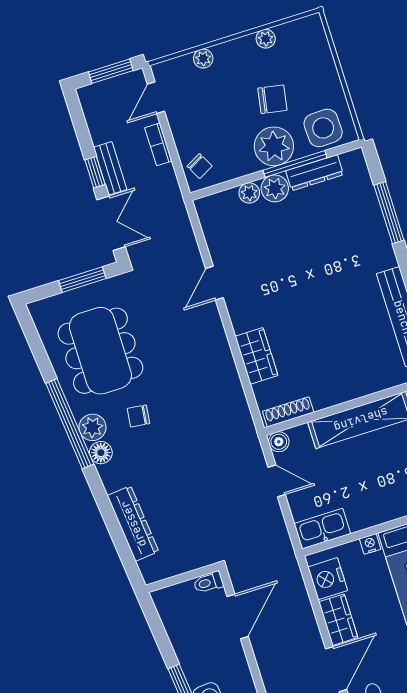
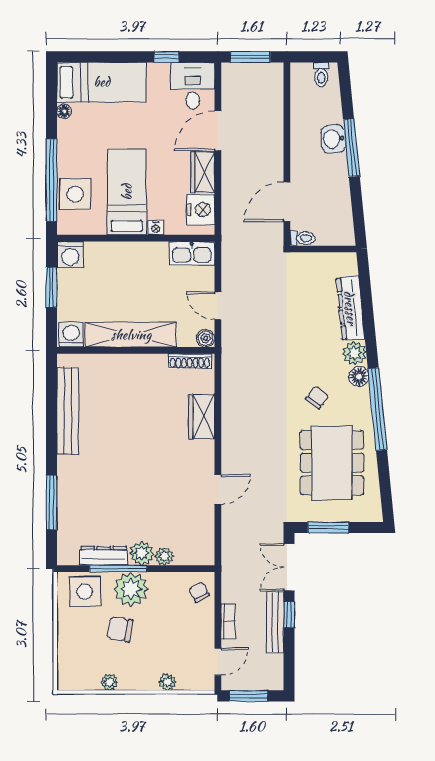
bench: (110, 168) -> (275, 622), width x1.36
chair: (138, 416) -> (317, 397), turned -60
plant: (92, 427) -> (354, 353), moved

